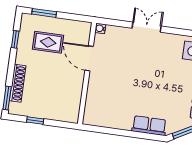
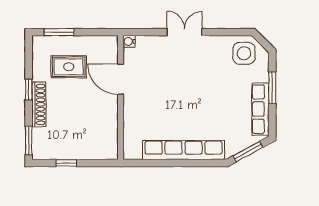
window: (15, 39) -> (29, 89), moved
shoe rack: (18, 83) -> (39, 104), moved
row of seats: (149, 126) -> (184, 150), width x2.02

